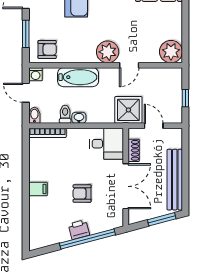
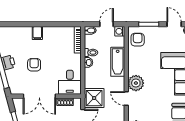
armchair: (47, 49) -> (138, 40), turned 180

